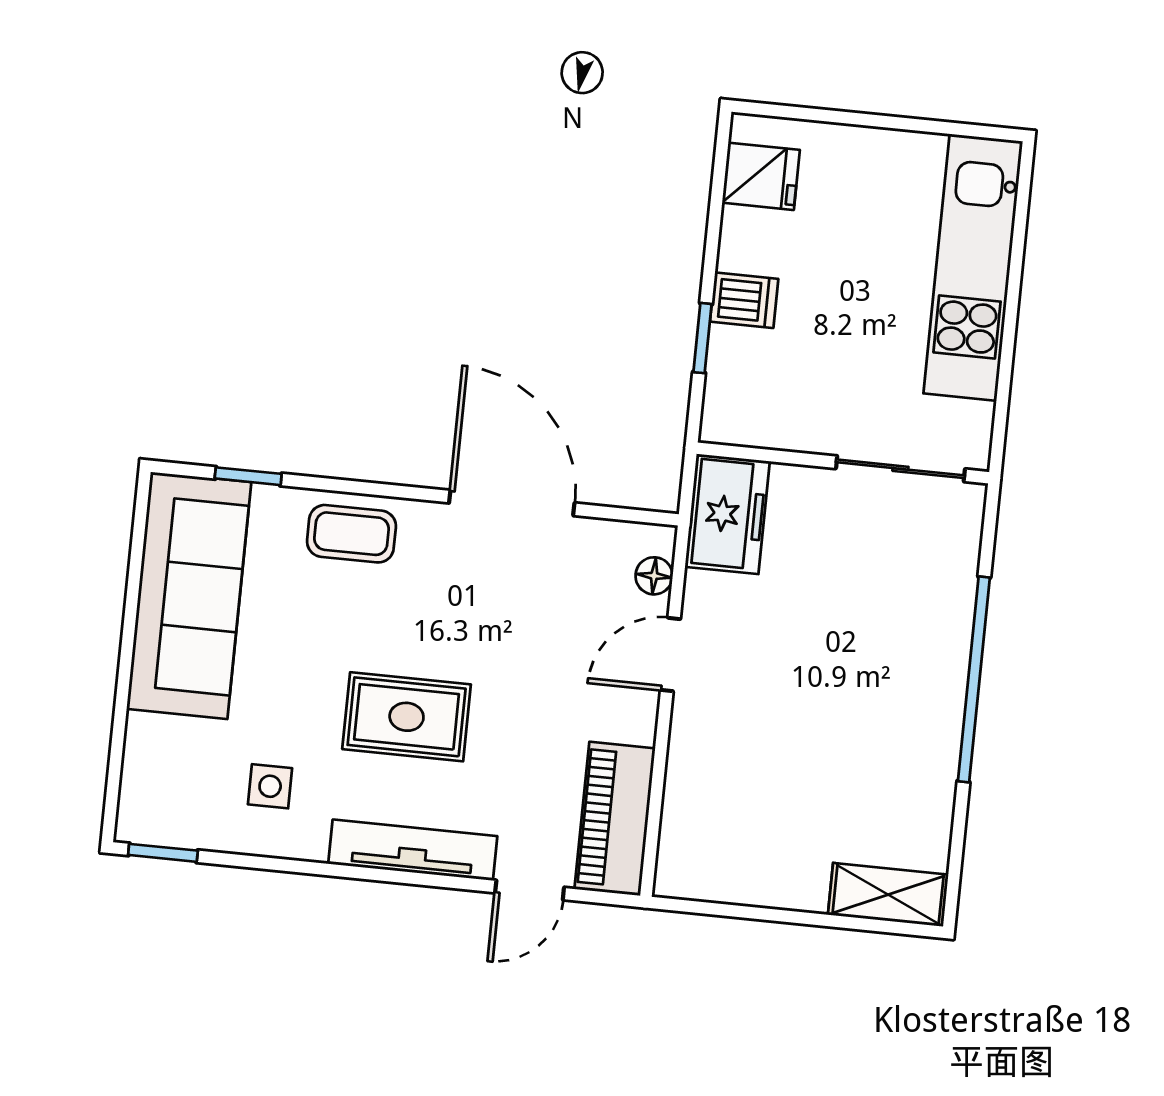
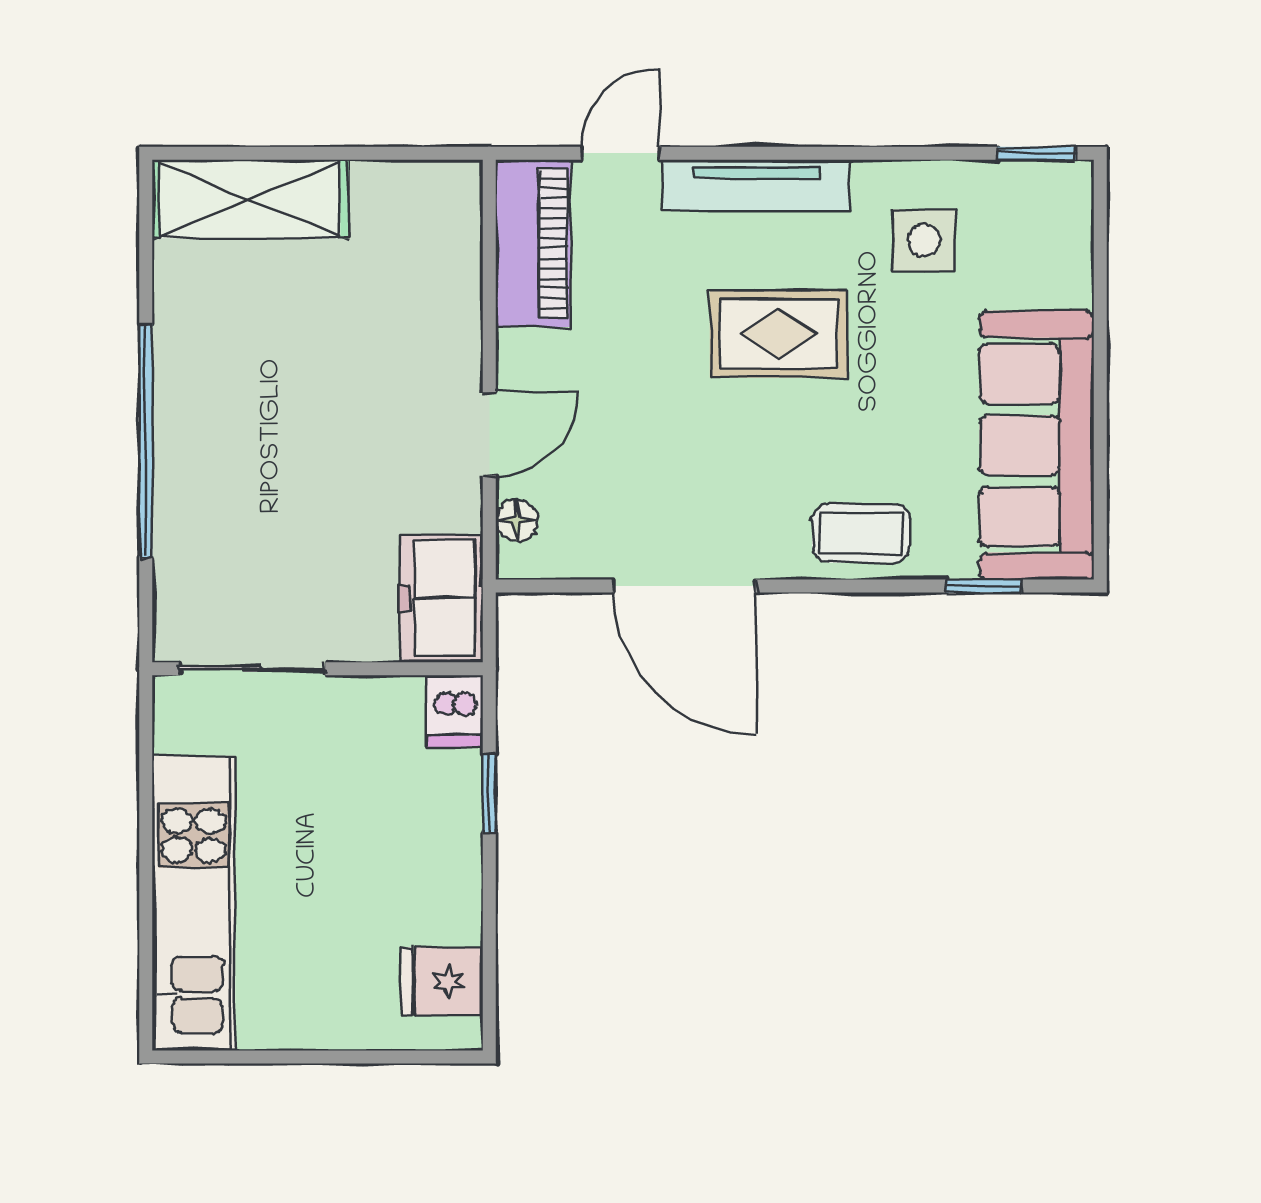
dishwasher: (744, 300) -> (455, 711), moved, turned -90
side table: (270, 786) -> (924, 240), width x1.37, depth x1.37
shelving: (888, 895) -> (250, 199), width x1.50, depth x1.33

